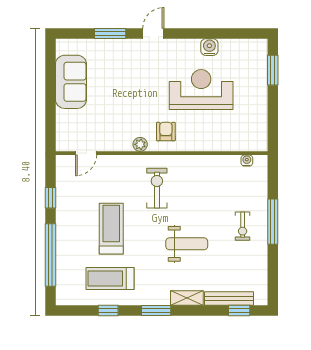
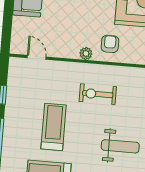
door: (86, 153) -> (37, 57), swing flipped
exercise bike: (157, 188) -> (98, 94), turned -90

